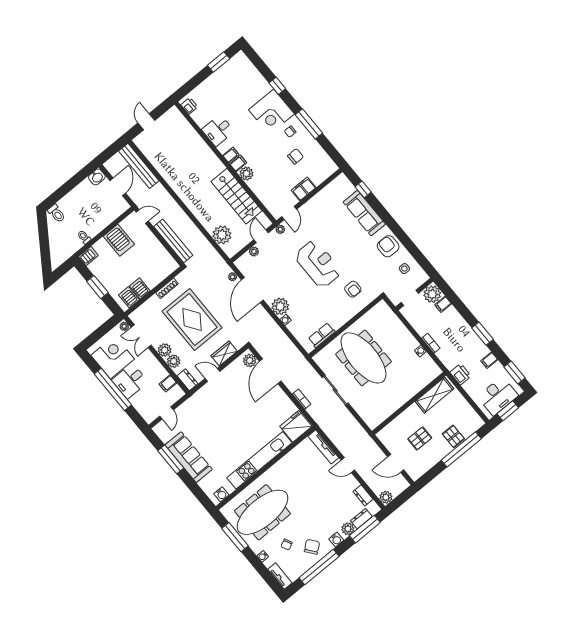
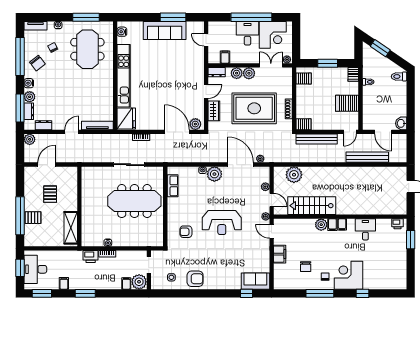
window: (219, 62) -> (411, 240), moved
bench: (139, 166) -> (367, 157), moved
sofa: (364, 213) -> (255, 281), moved, width x0.73
window: (45, 251) -> (380, 48), added
server rack: (140, 288) -> (304, 124), moved
printer: (460, 374) -> (91, 257), moved
meeting table: (262, 512) -> (87, 49), width x0.73

